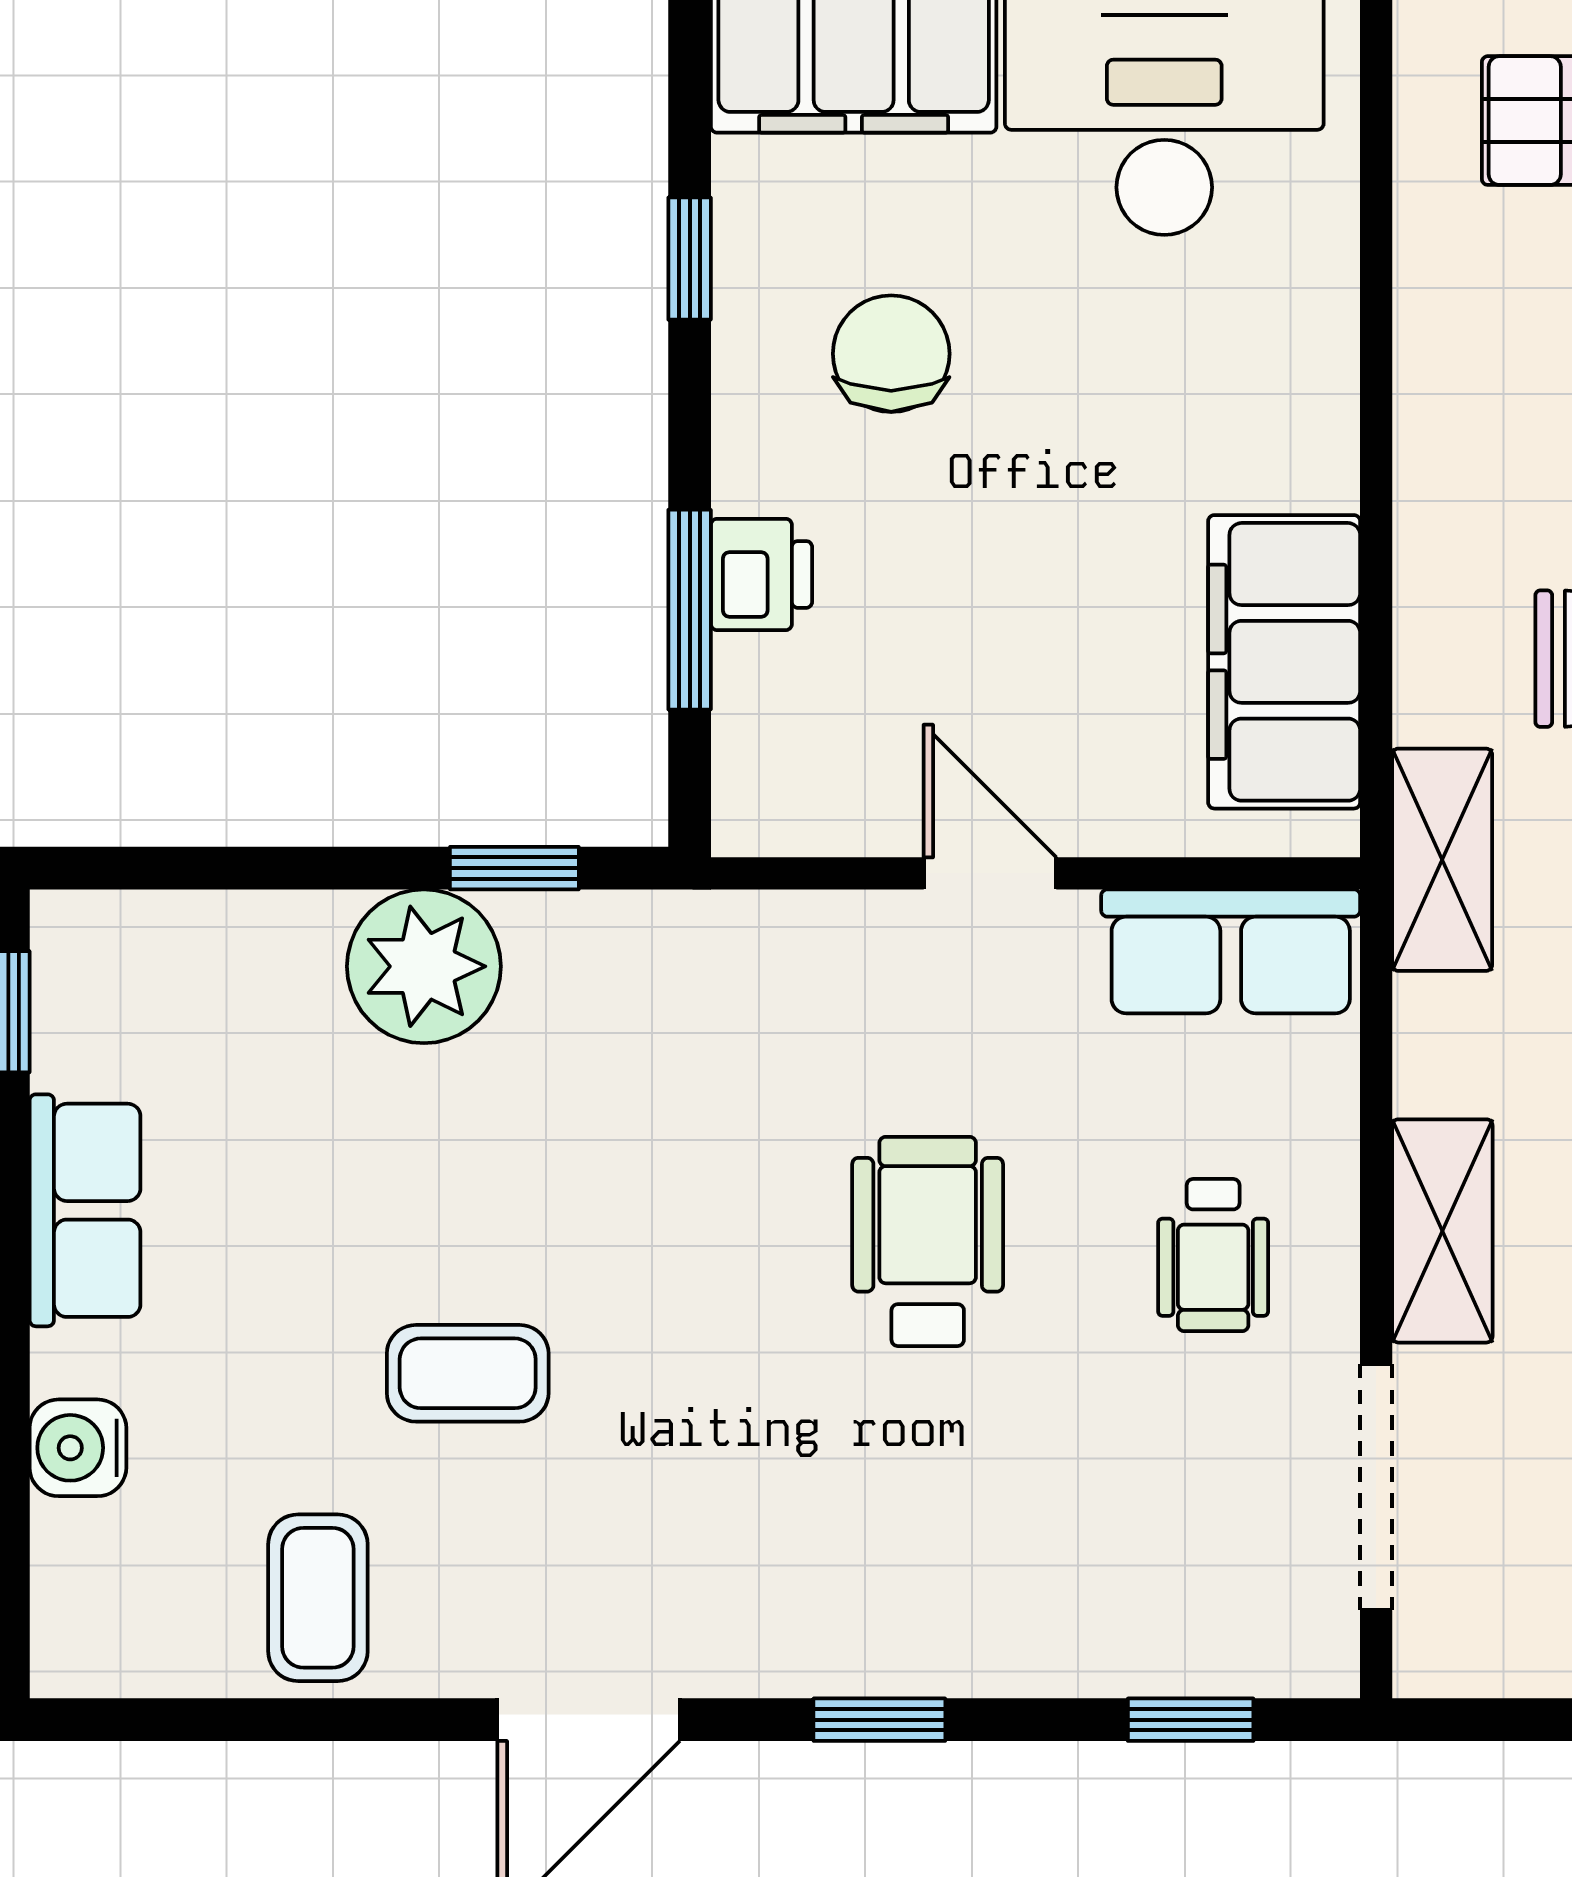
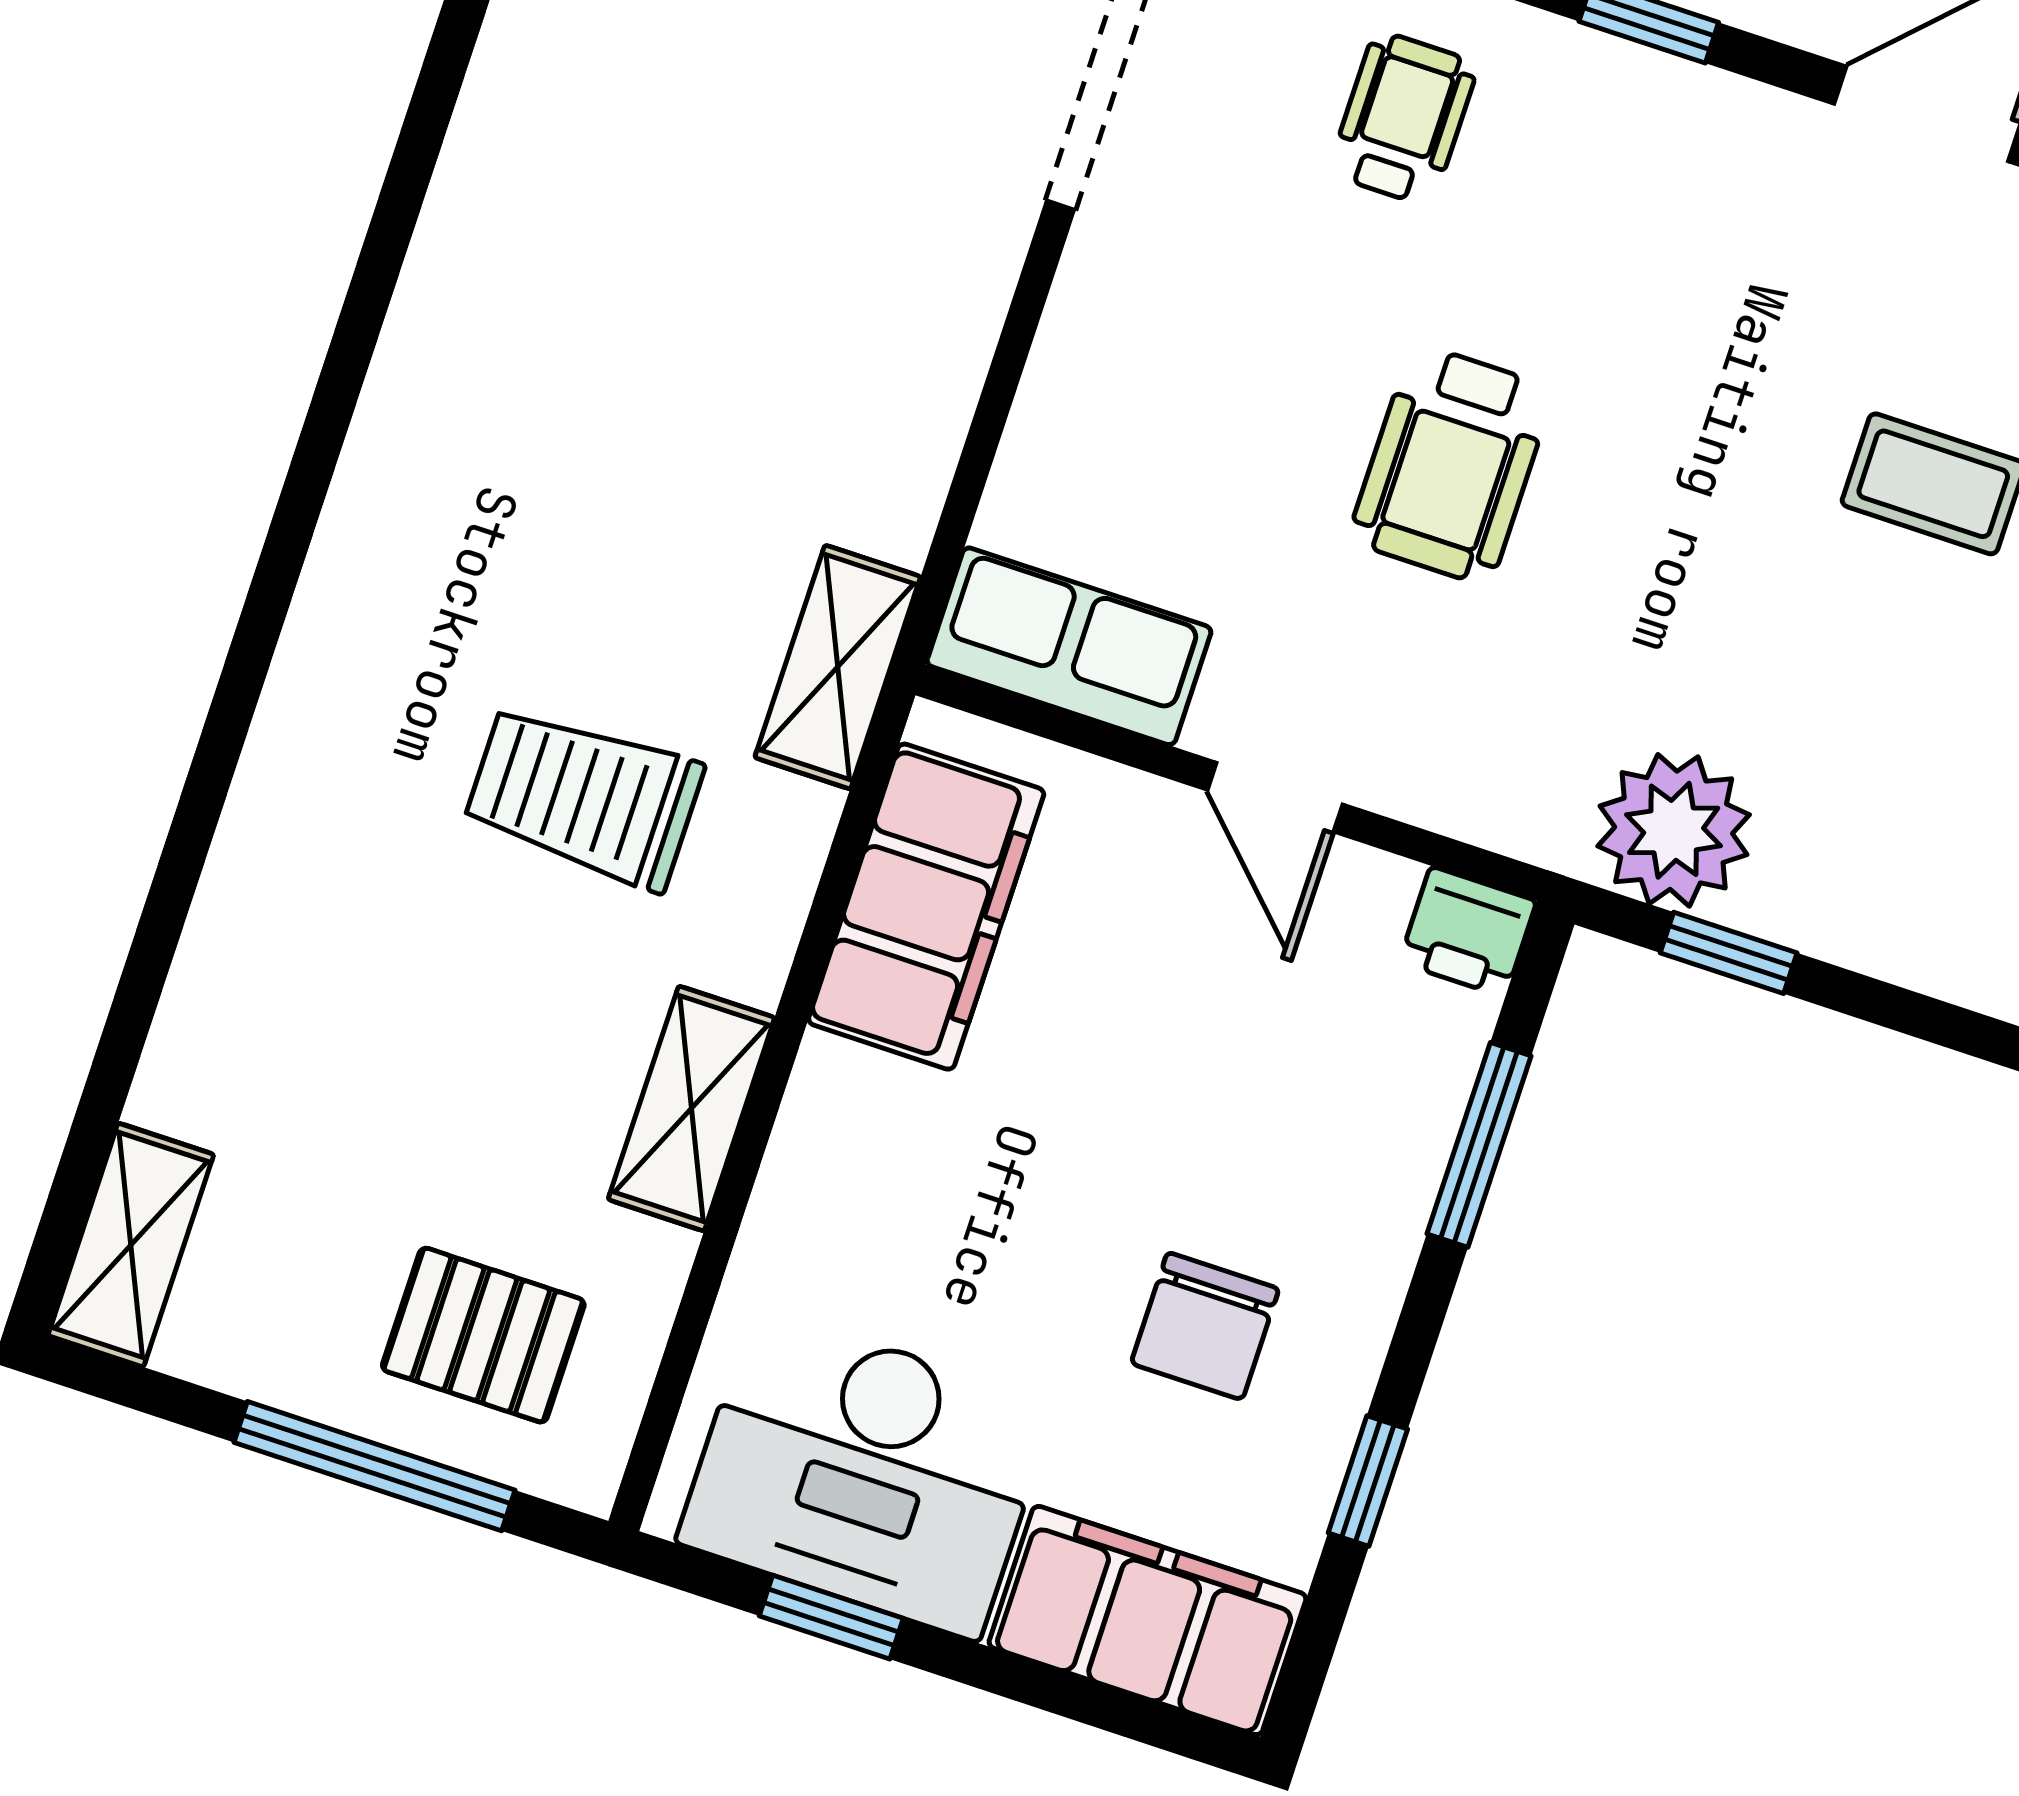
printer: (761, 574) -> (1468, 932), moved, turned -90
plant: (424, 966) -> (1674, 830), moved
shelving: (1442, 1231) -> (691, 1108), moved
wheelchair: (1213, 1255) -> (1403, 118), moved

